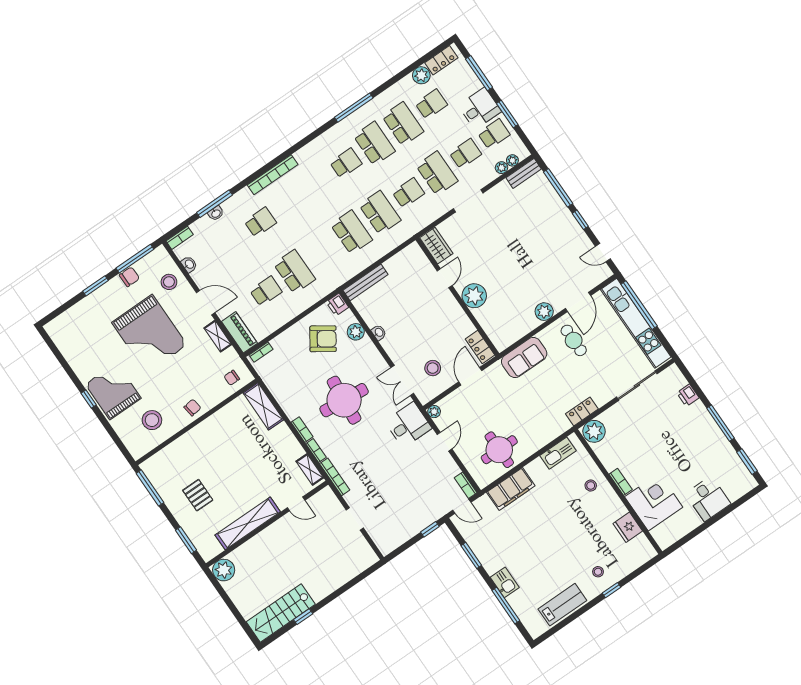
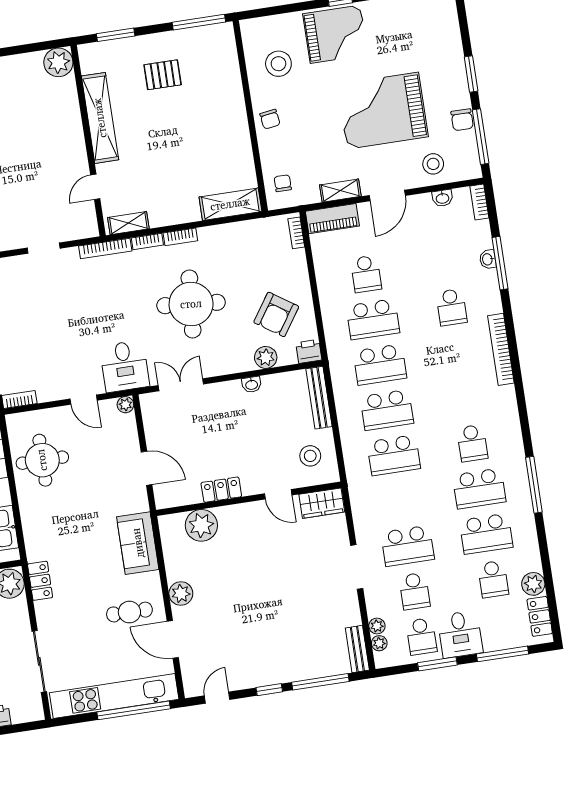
school desk: (408, 193) -> (380, 365), moved, width x1.85
plant: (474, 296) -> (201, 525), moved
locker: (480, 347) -> (221, 490), moved
stool: (433, 368) -> (310, 456), moved

